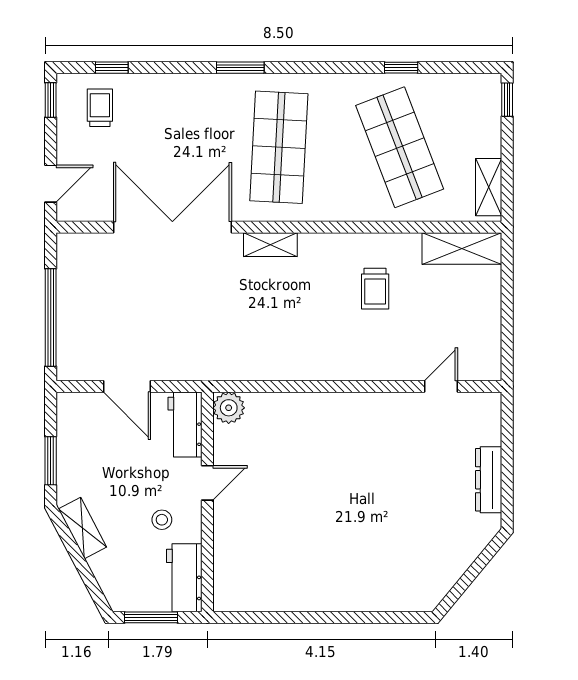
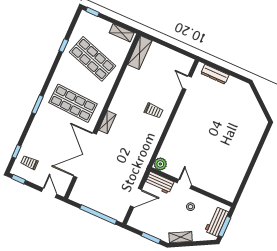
shop shelf: (400, 147) -> (93, 59), turned 39
trolley: (375, 289) -> (154, 111), moved
dresser: (489, 480) -> (215, 74), moved
workbench: (184, 578) -> (217, 222), moved, turned 90

